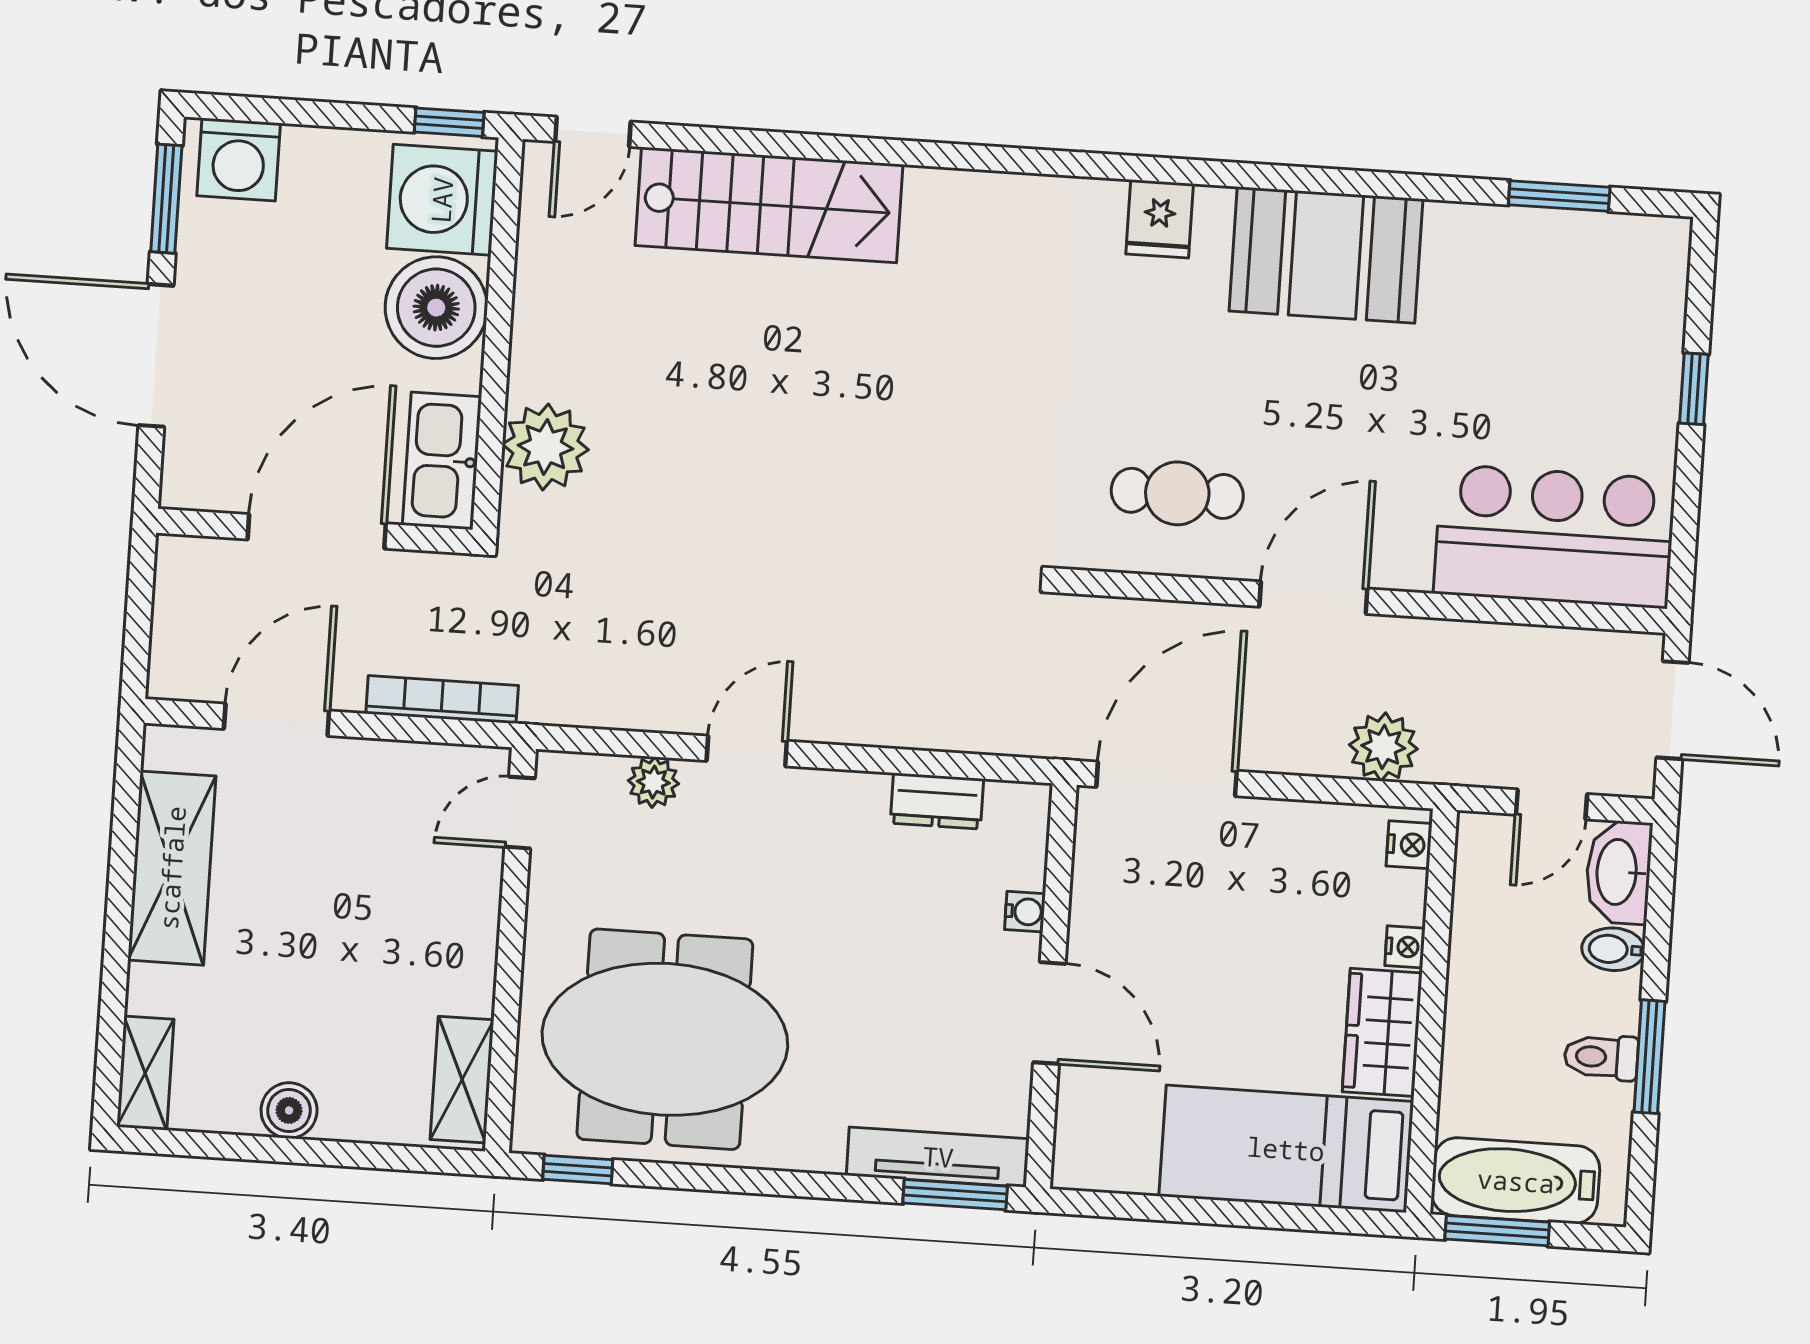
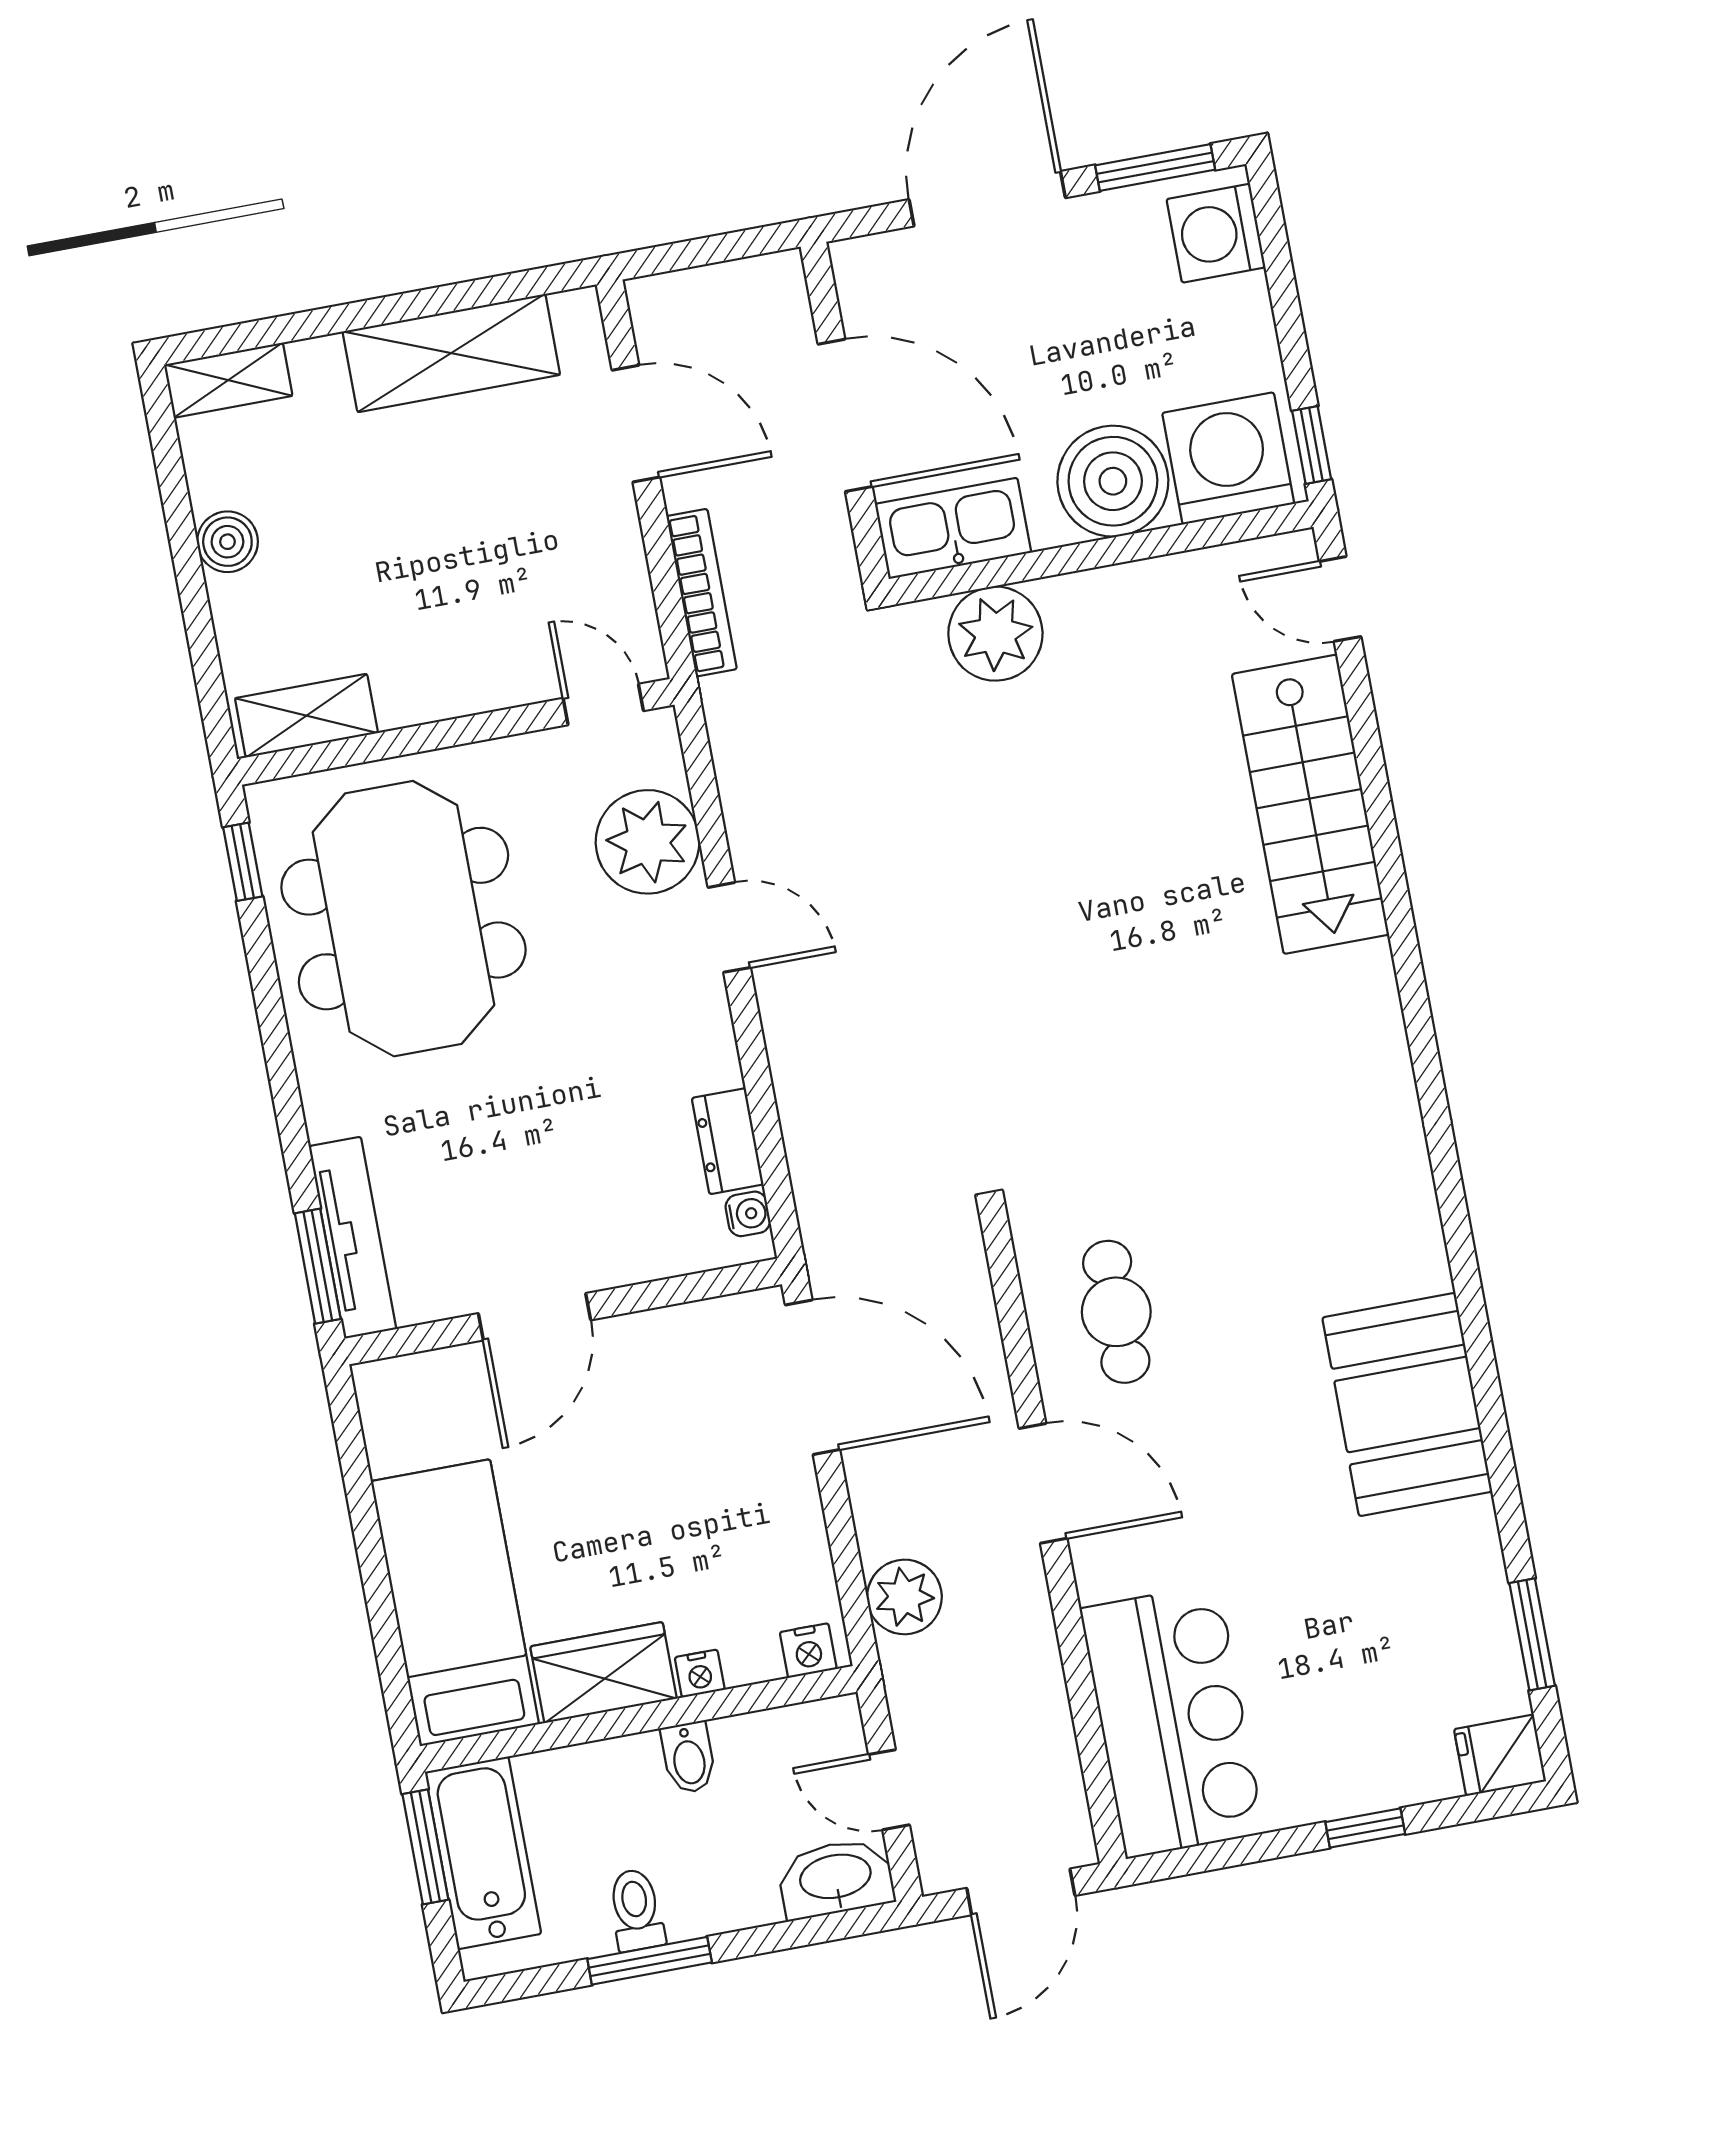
fridge: (1160, 219) -> (1500, 1755), moved
plant: (653, 782) -> (647, 842), width x1.88, depth x1.88
water cooler: (1025, 912) -> (748, 1214), moved, turned -90
bidet: (1613, 949) -> (689, 1758), moved, turned 180

